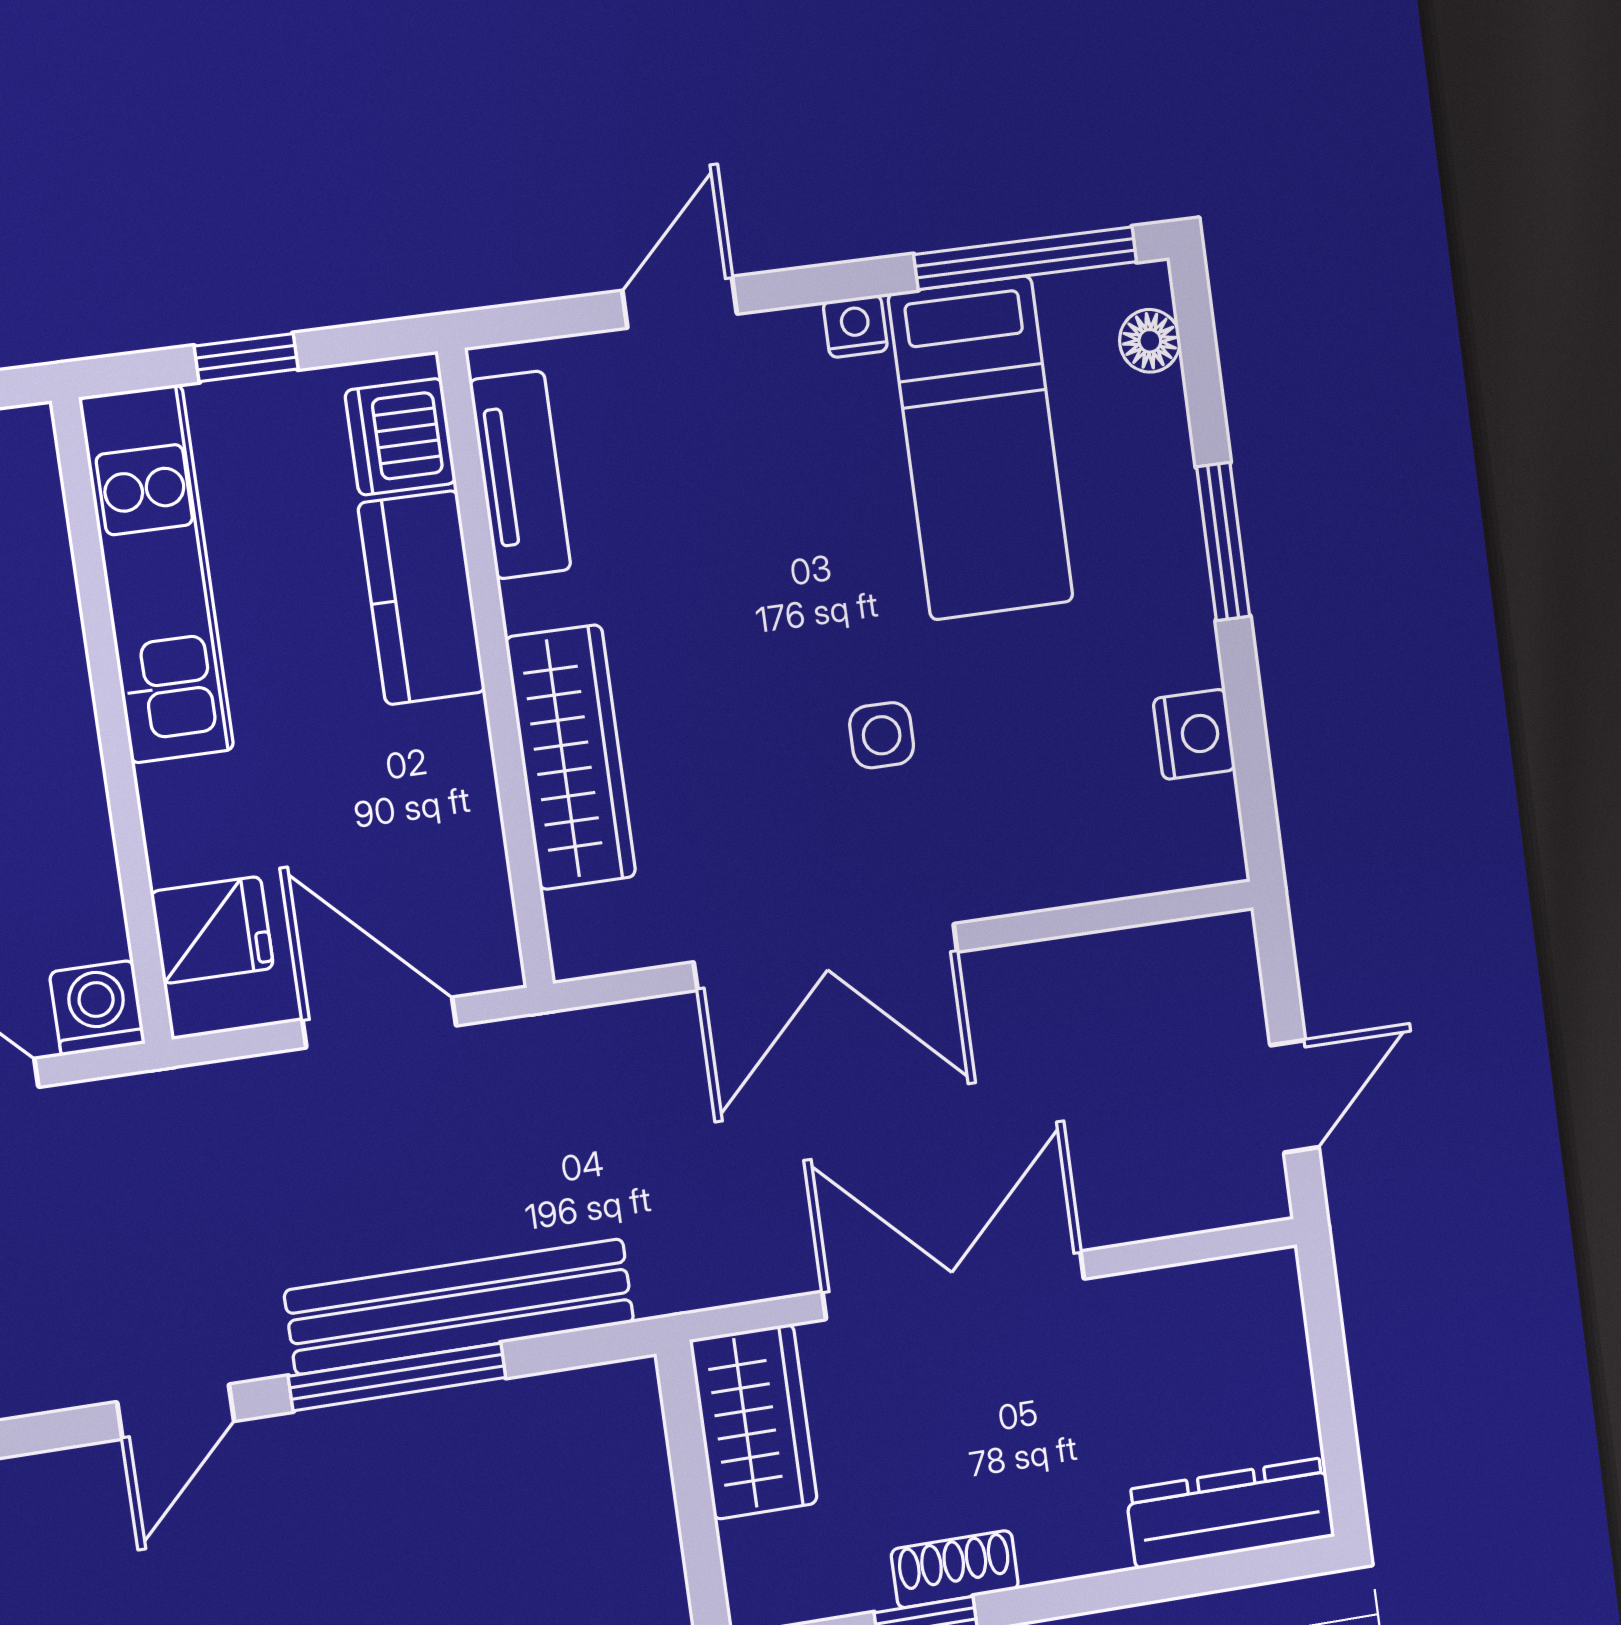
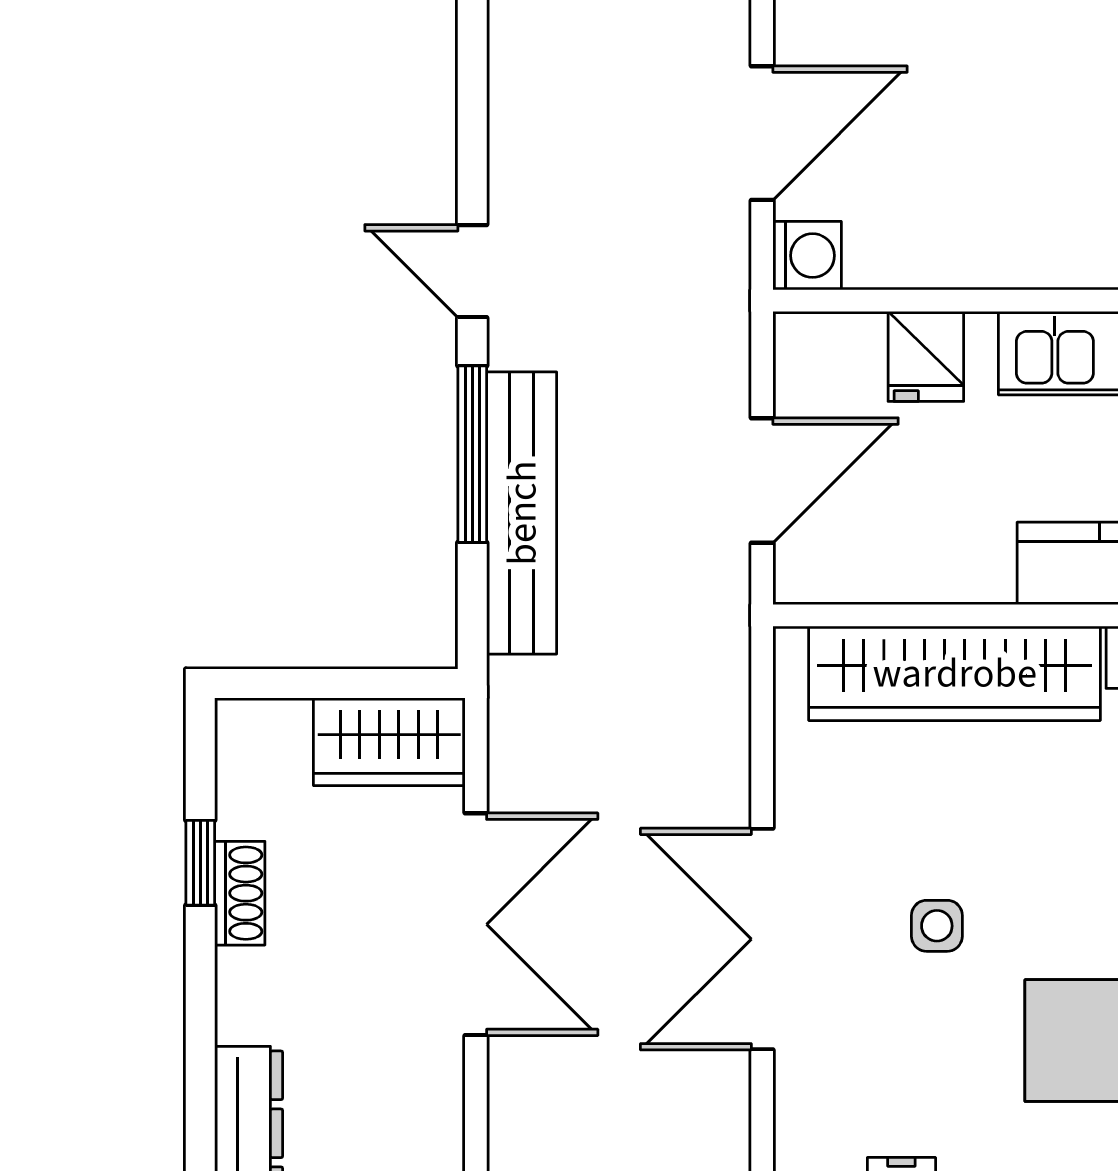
wardrobe: (571, 757) -> (955, 673), width x1.40, depth x1.17
fridge: (212, 930) -> (926, 356), moved
double door: (826, 957) -> (762, 939), moved

